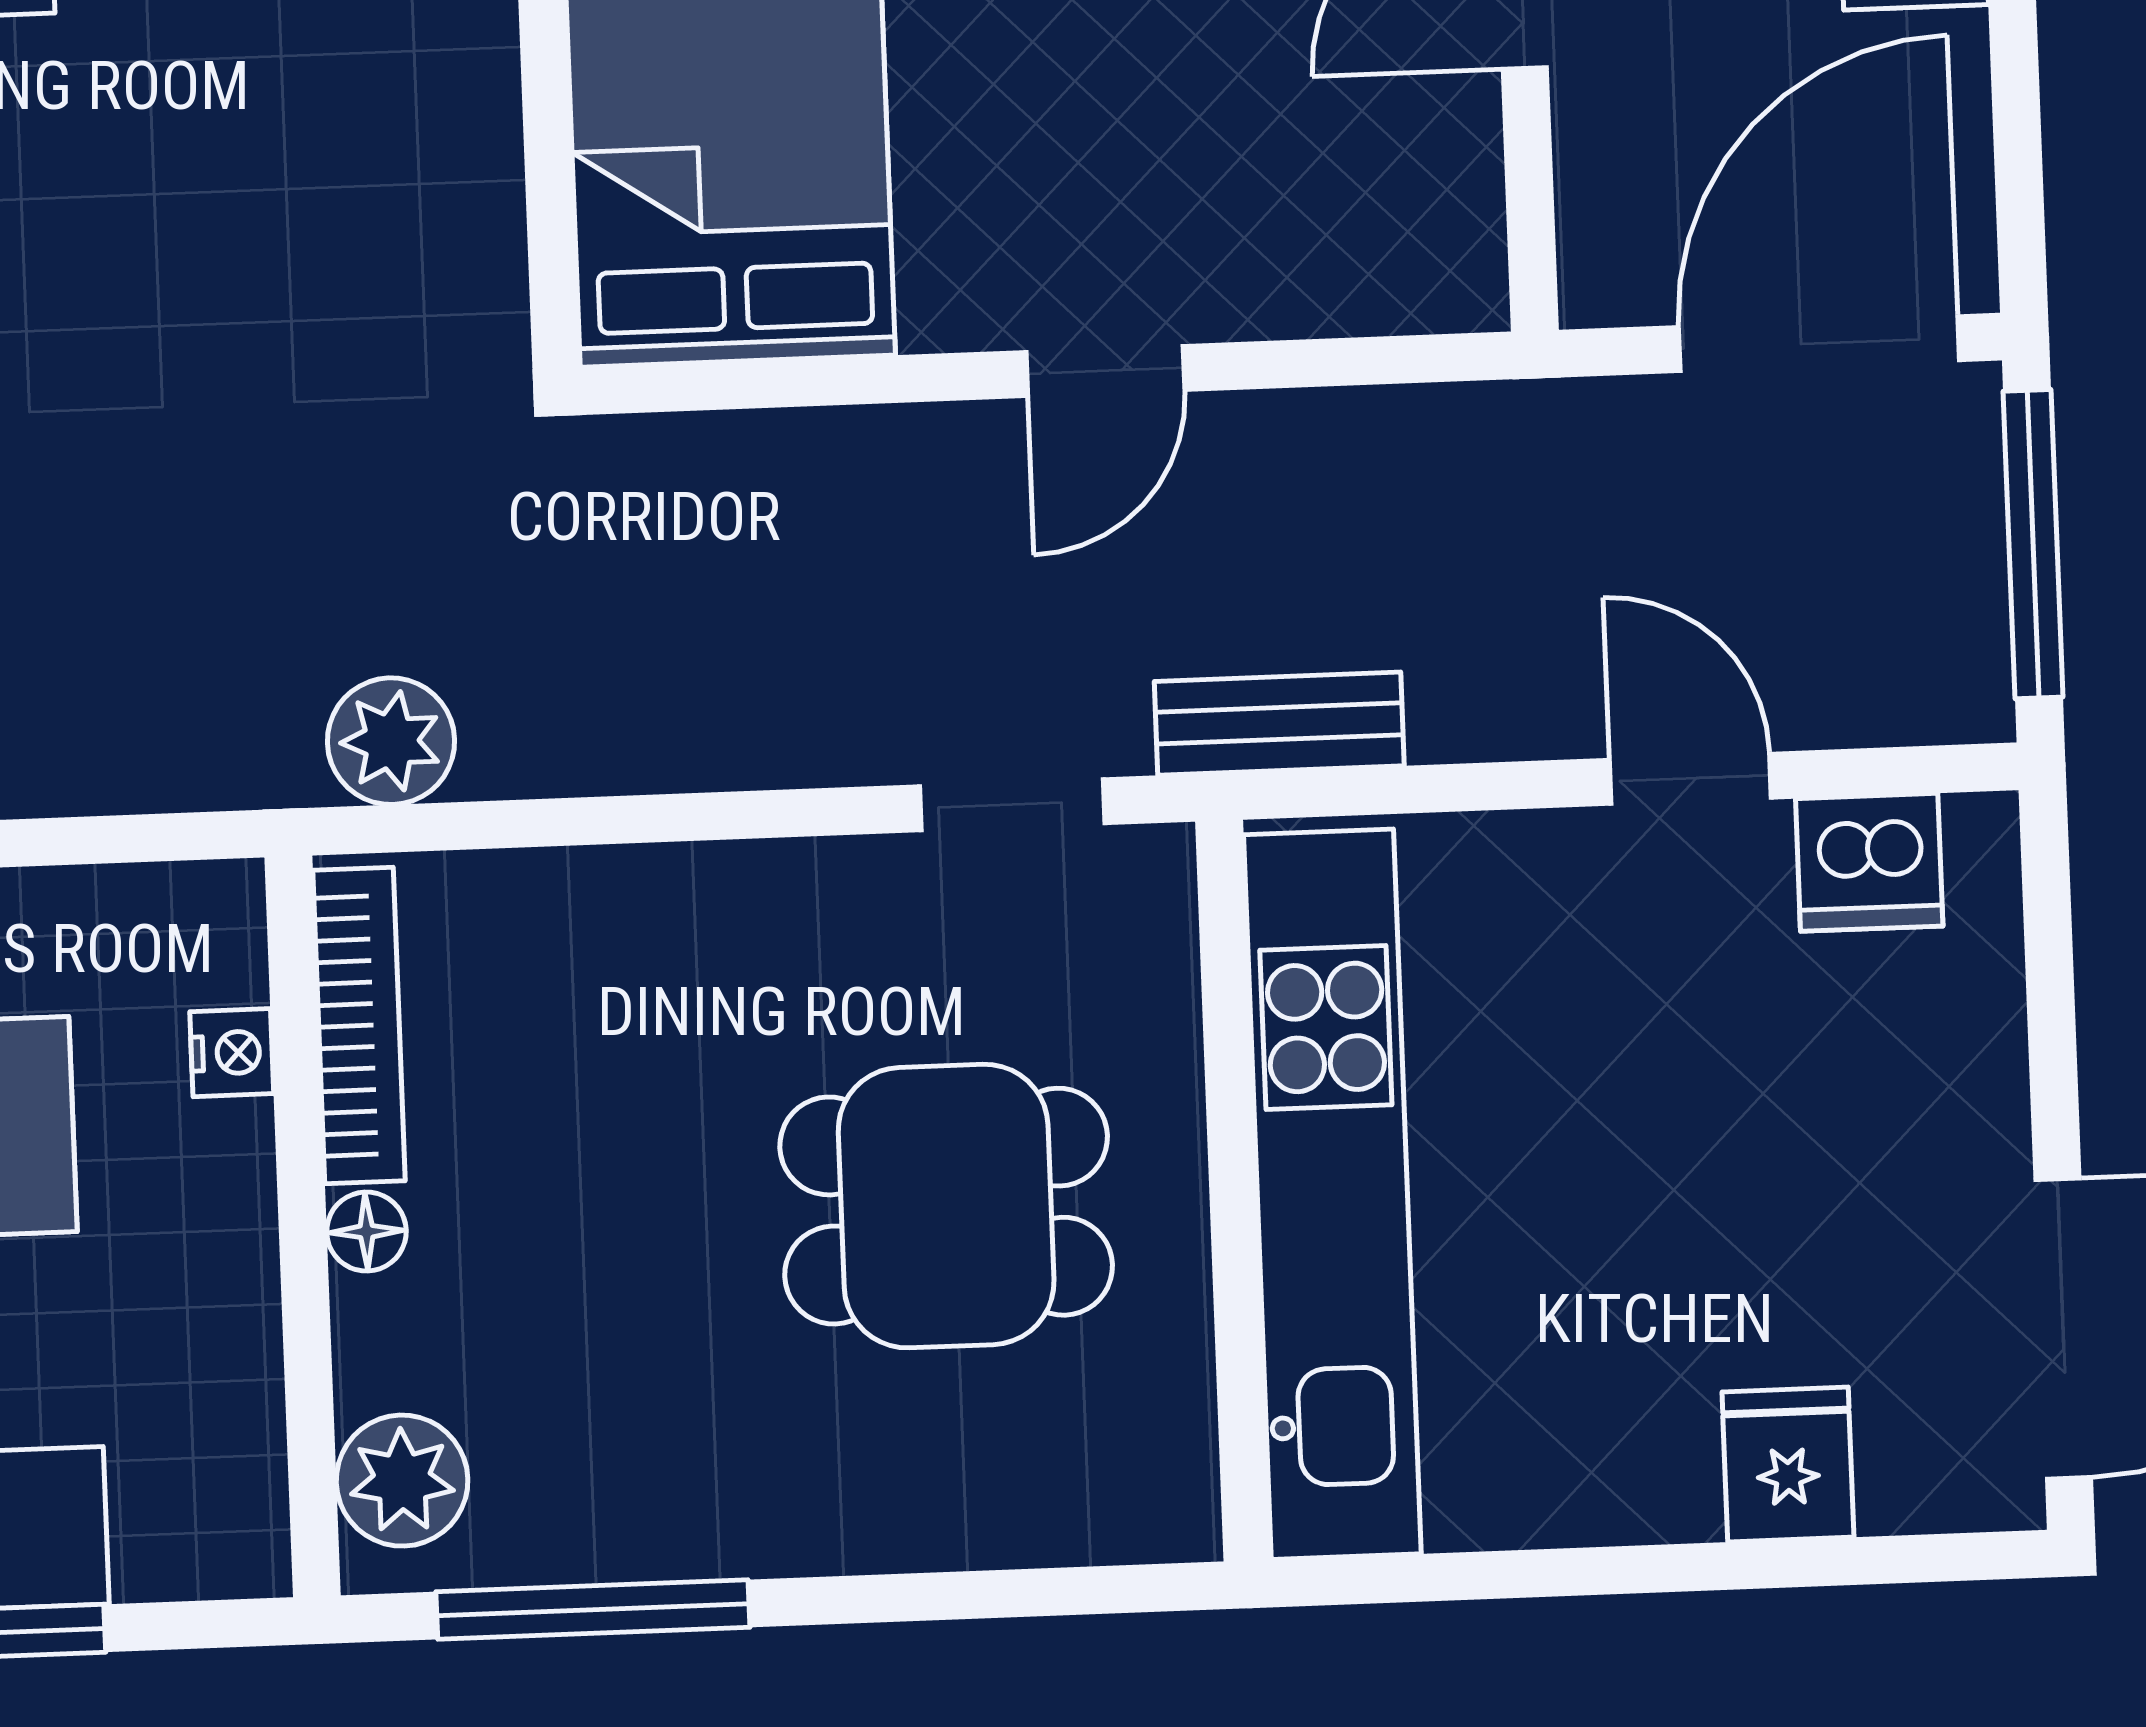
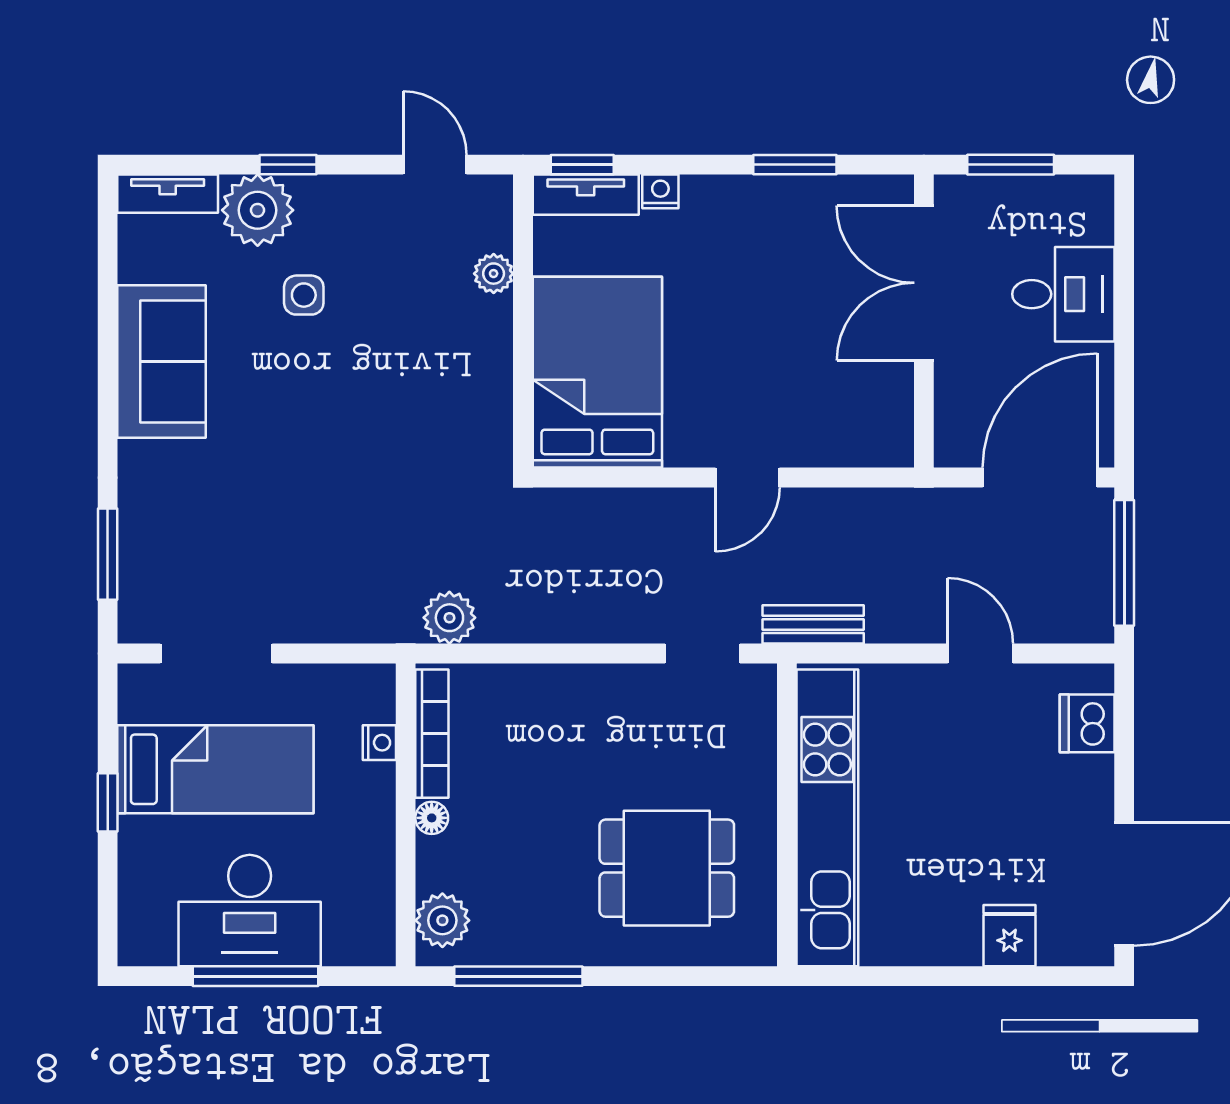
dishwasher: (1869, 862) -> (1087, 723), moved, turned 90
dining table: (946, 1206) -> (667, 868), moved

